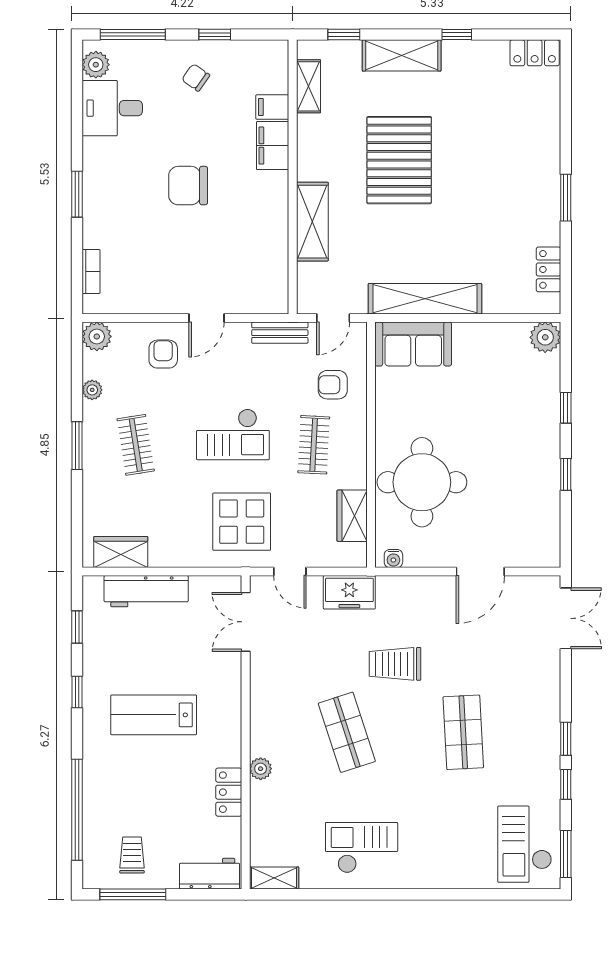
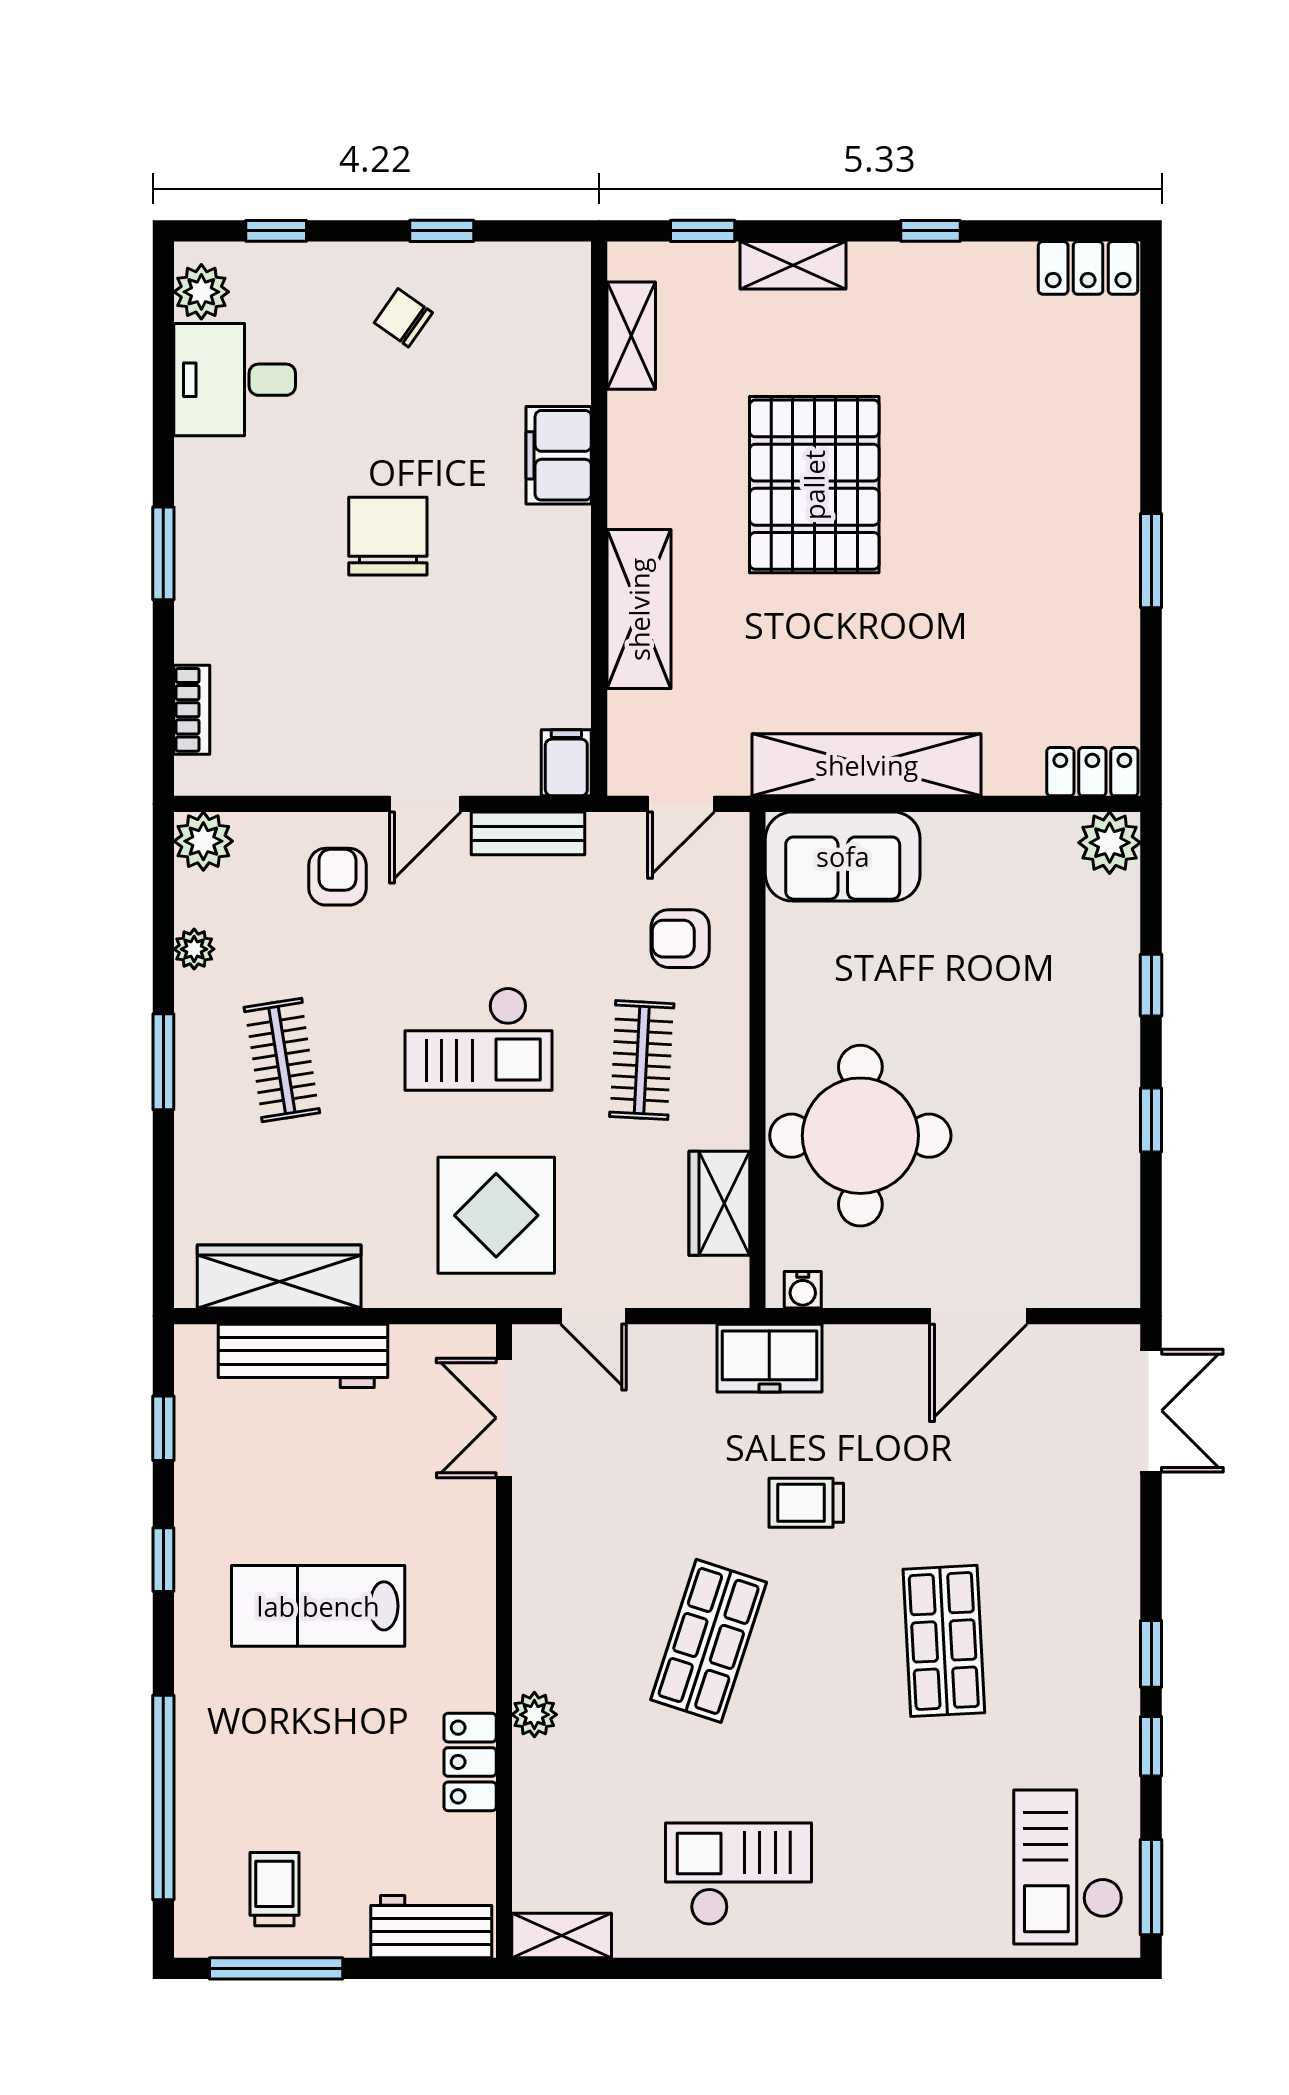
window: (133, 34) -> (276, 231), width x0.46
shelving: (402, 55) -> (793, 265), width x0.67, depth x0.75
filing cabinet: (272, 107) -> (566, 763), moved, turned 90
chair: (188, 186) -> (388, 536), turned 90
locker: (548, 269) -> (1092, 772), moved, turned 90
bench: (280, 333) -> (528, 833), moved
wardrobe: (121, 552) -> (279, 1277), width x1.50
freezer: (349, 592) -> (769, 1358), moved
trolley: (395, 664) -> (806, 1503), width x0.73, depth x0.72
shop shelf: (347, 732) -> (709, 1641), turned 36

